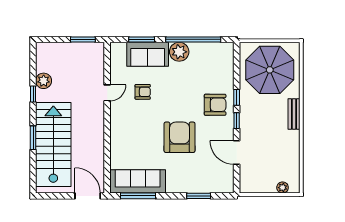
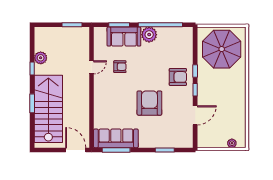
bench: (294, 114) -> (241, 84), removed
door: (237, 153) -> (195, 115), swing flipped

